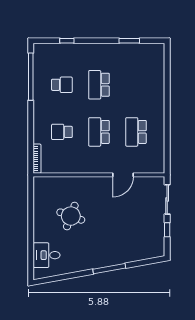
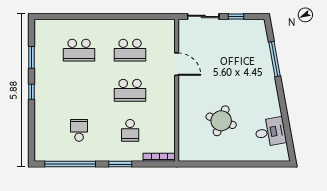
window: (67, 41) -> (31, 92), moved
school desk: (99, 85) -> (79, 50), moved
window: (31, 123) -> (120, 164), added
desk: (47, 255) -> (270, 132), moved, turned -100
window: (109, 269) -> (274, 59), moved

